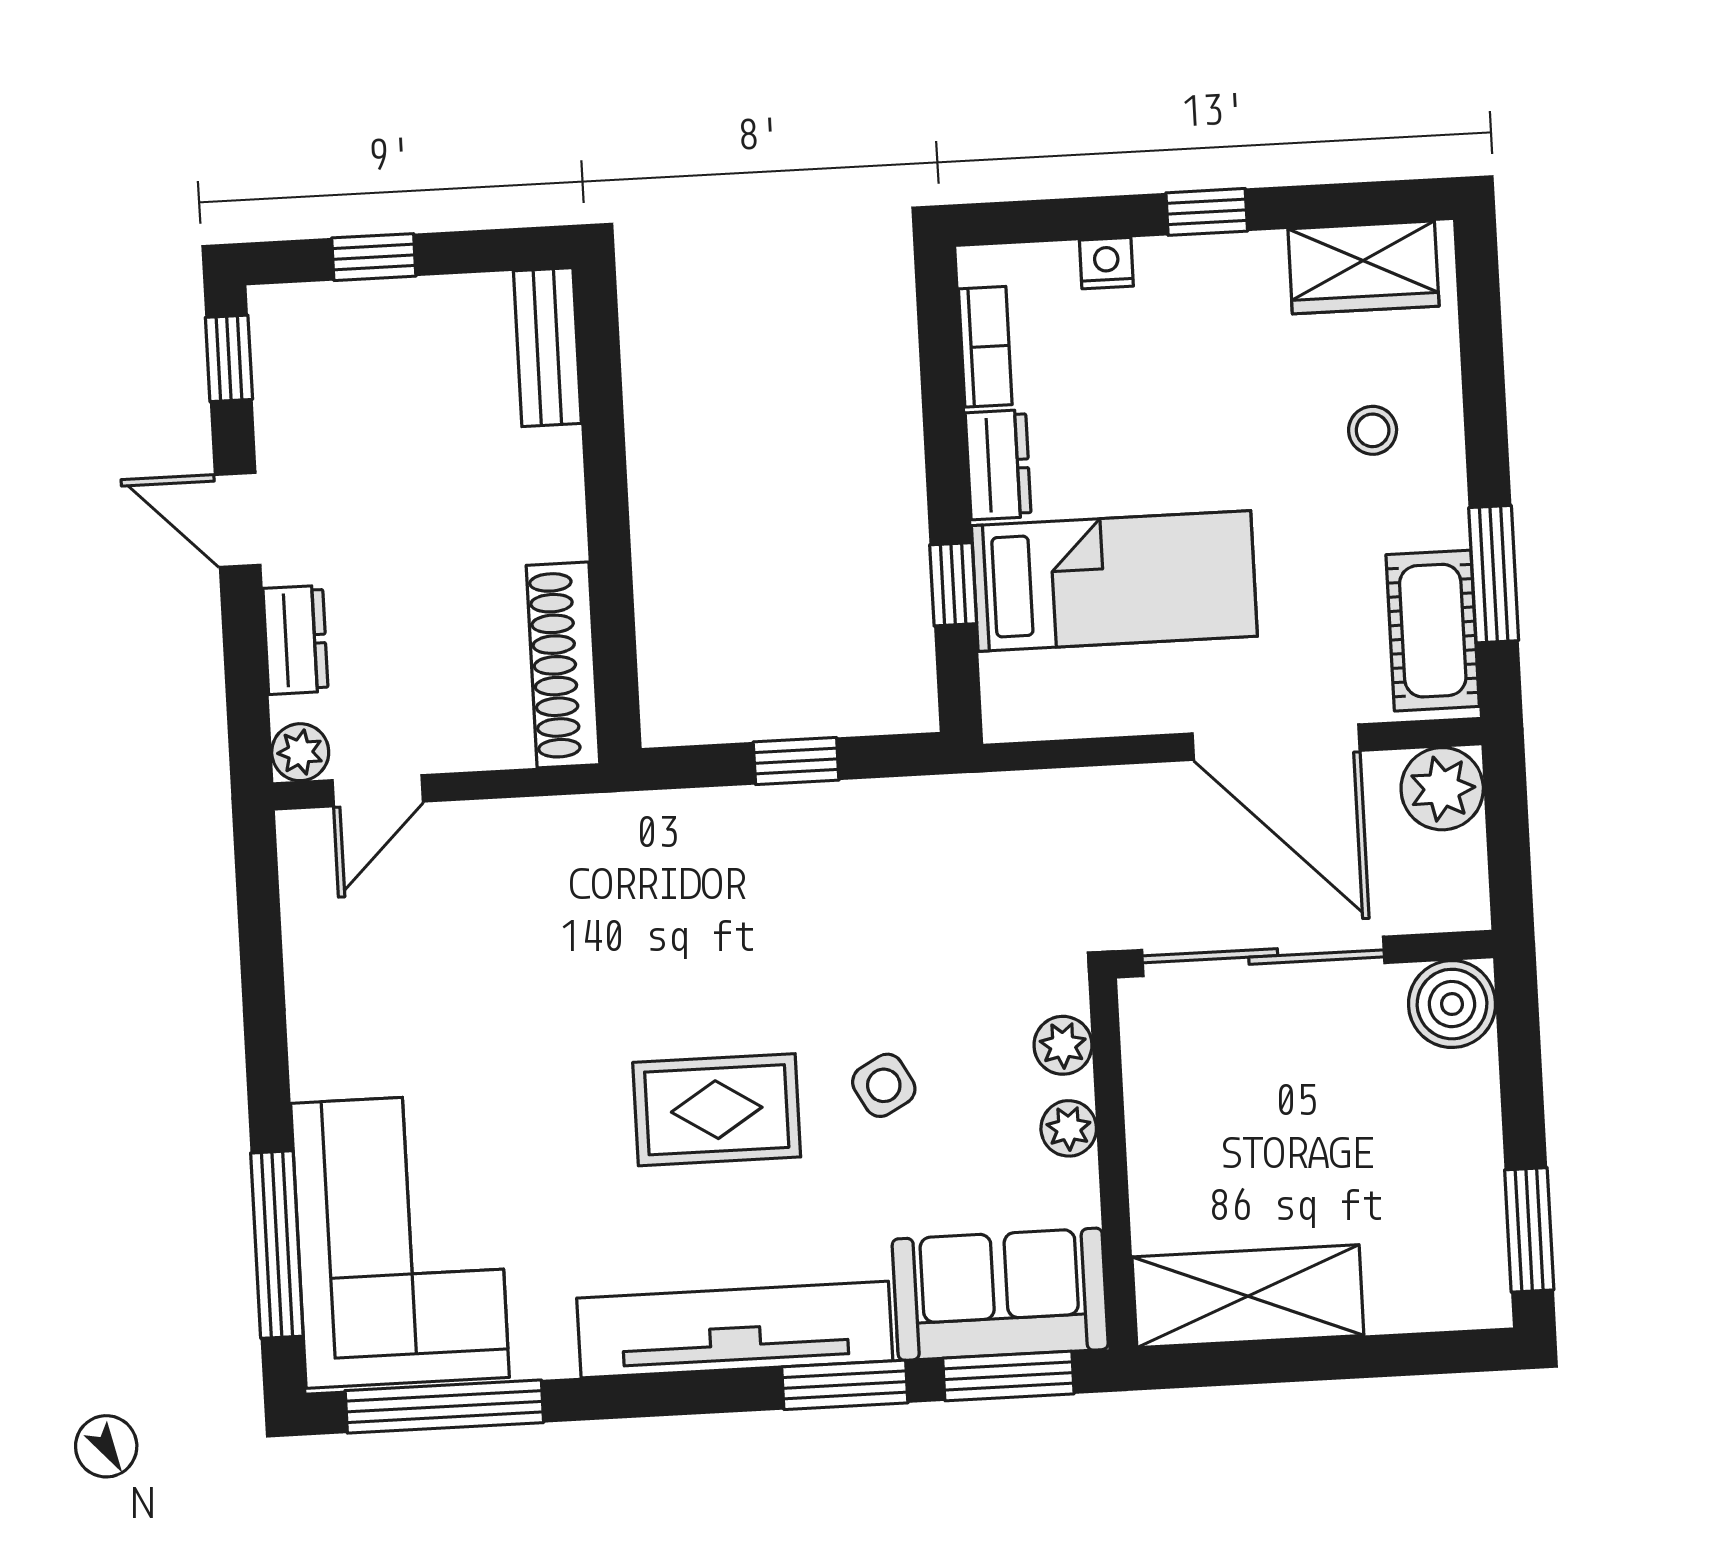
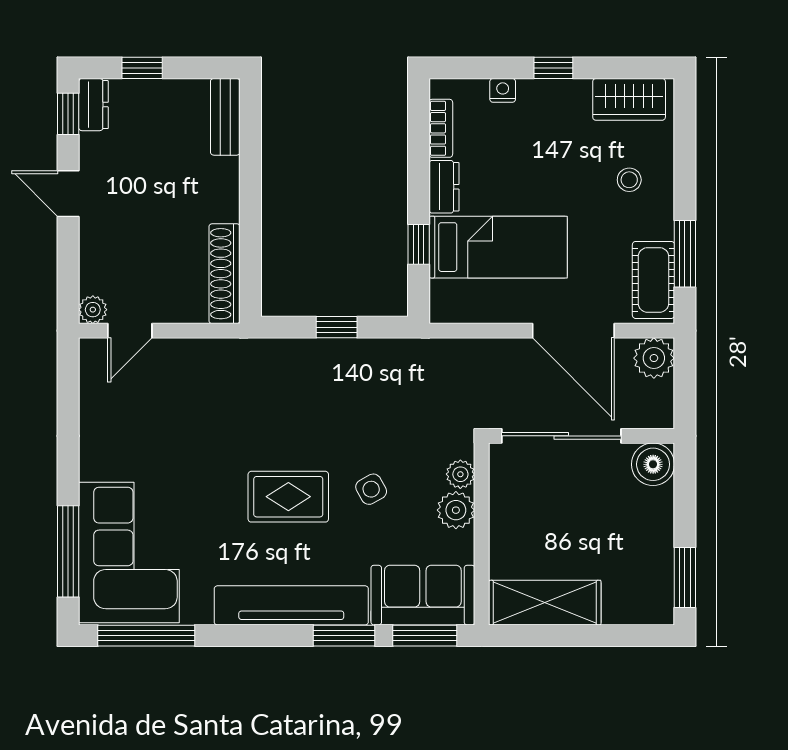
dresser: (295, 640) -> (93, 105), moved
plant: (1069, 1128) -> (456, 510), width x1.38, depth x1.38

